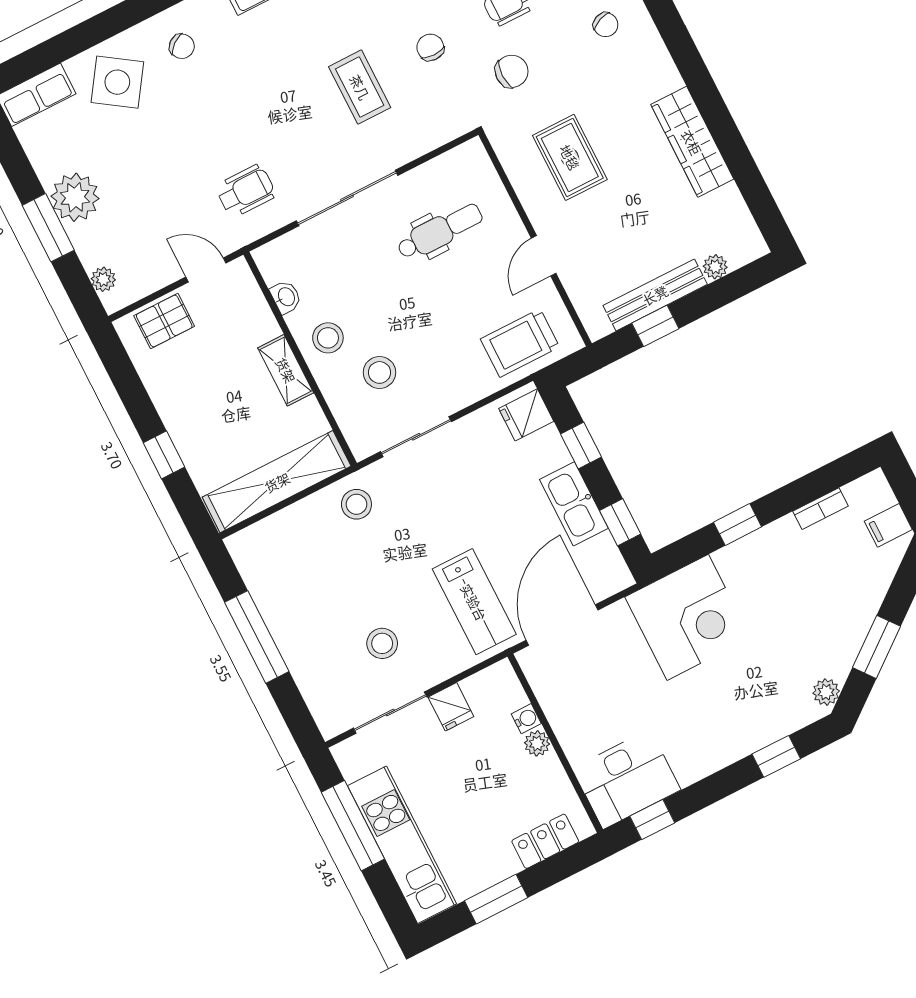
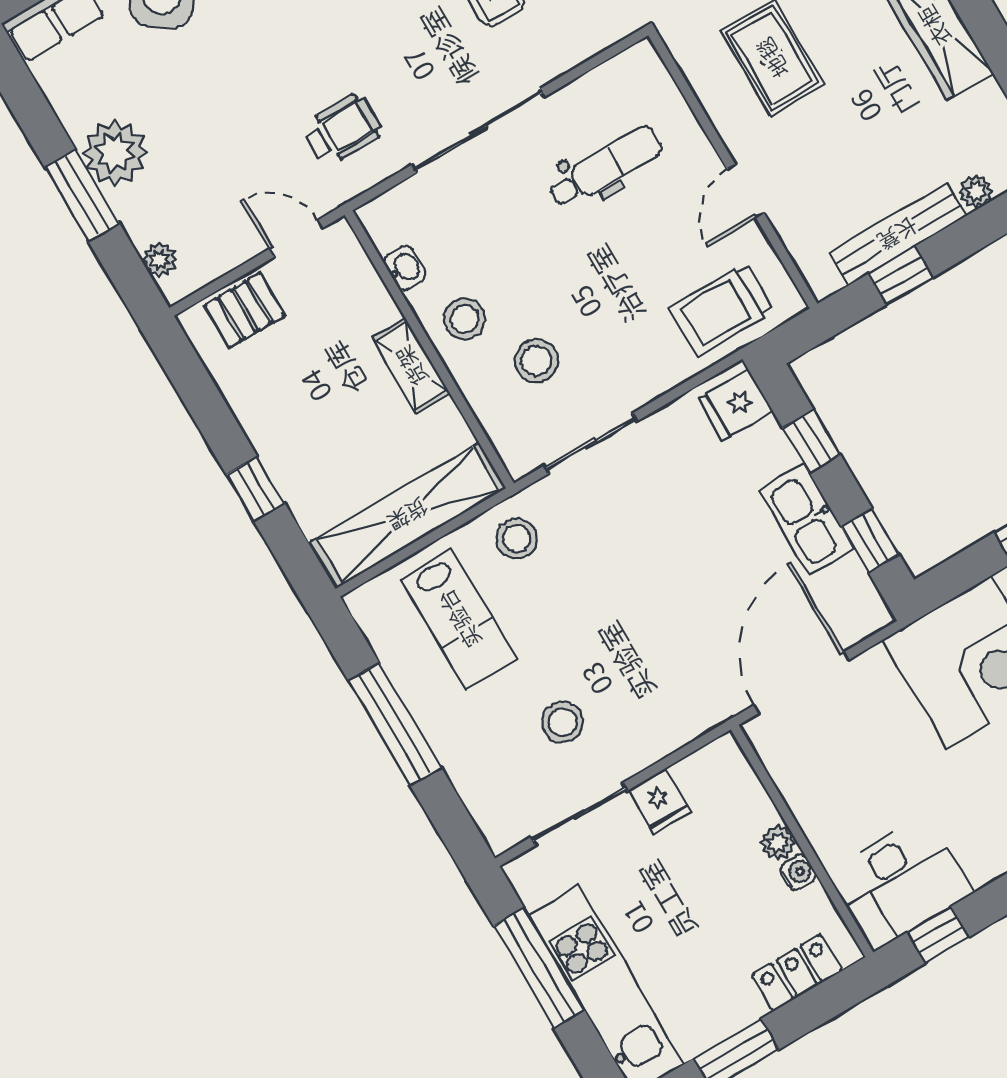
lab bench: (474, 602) -> (459, 619), moved
water cooler: (526, 719) -> (798, 873), moved

